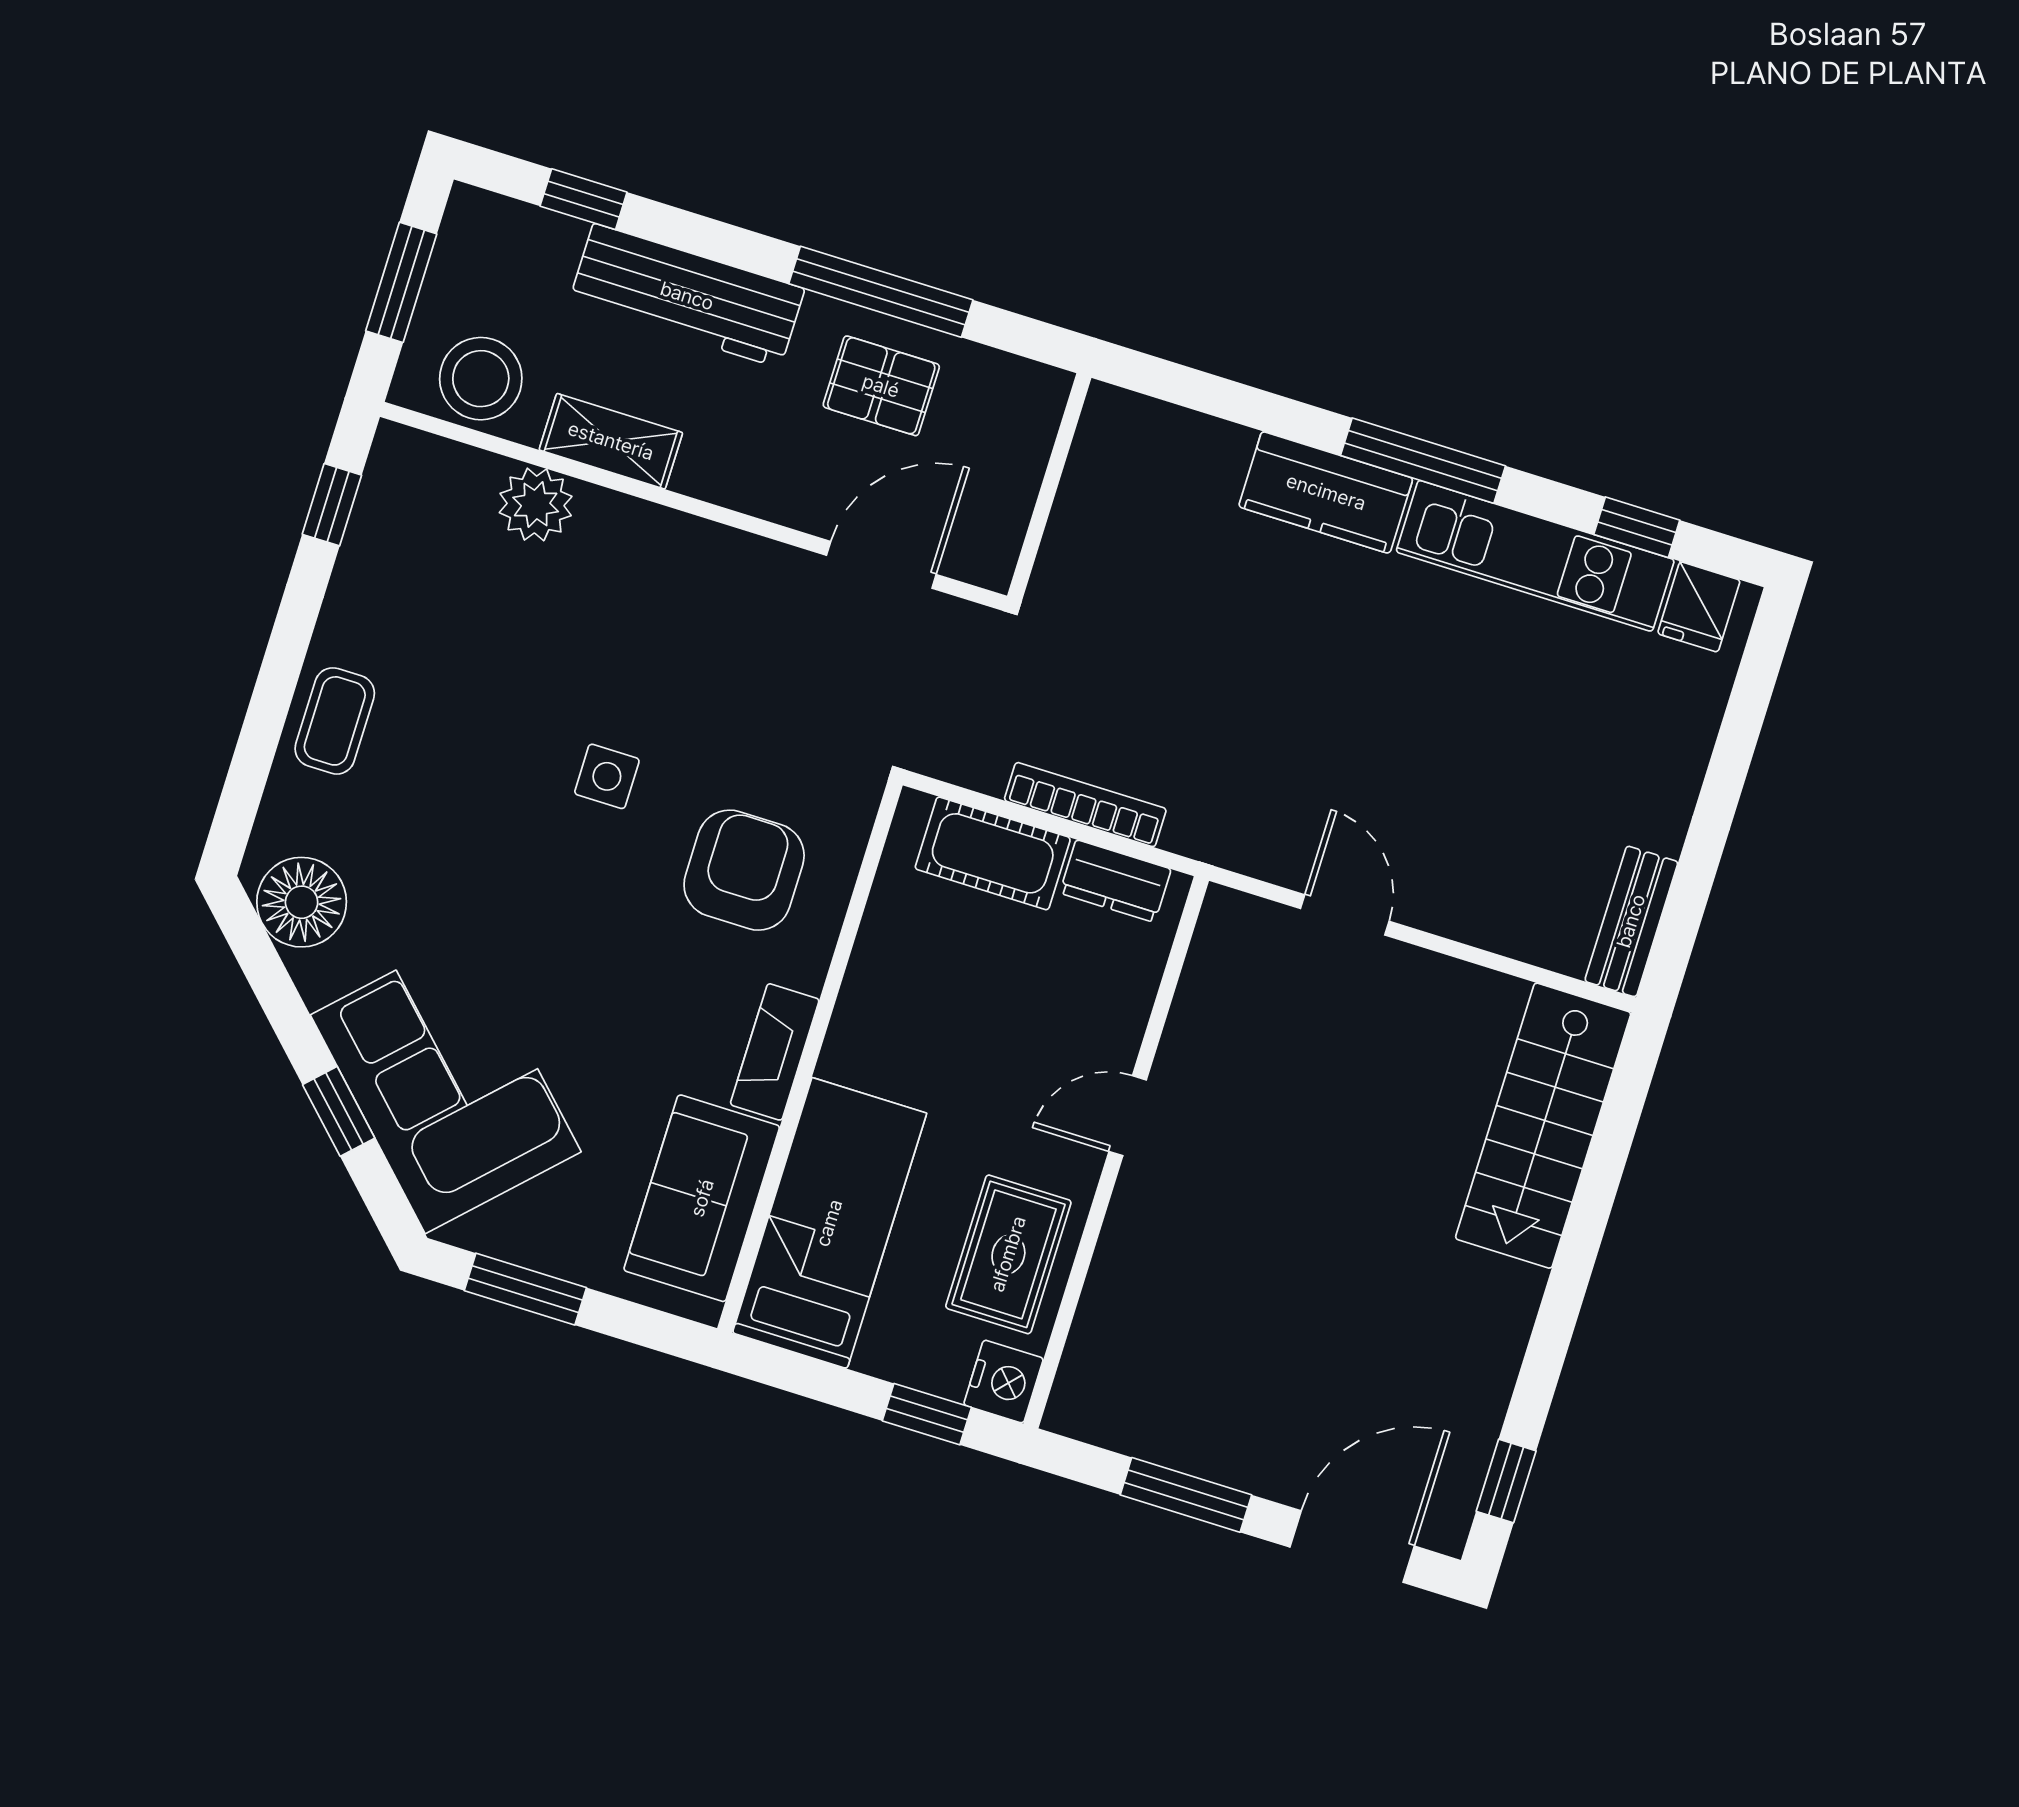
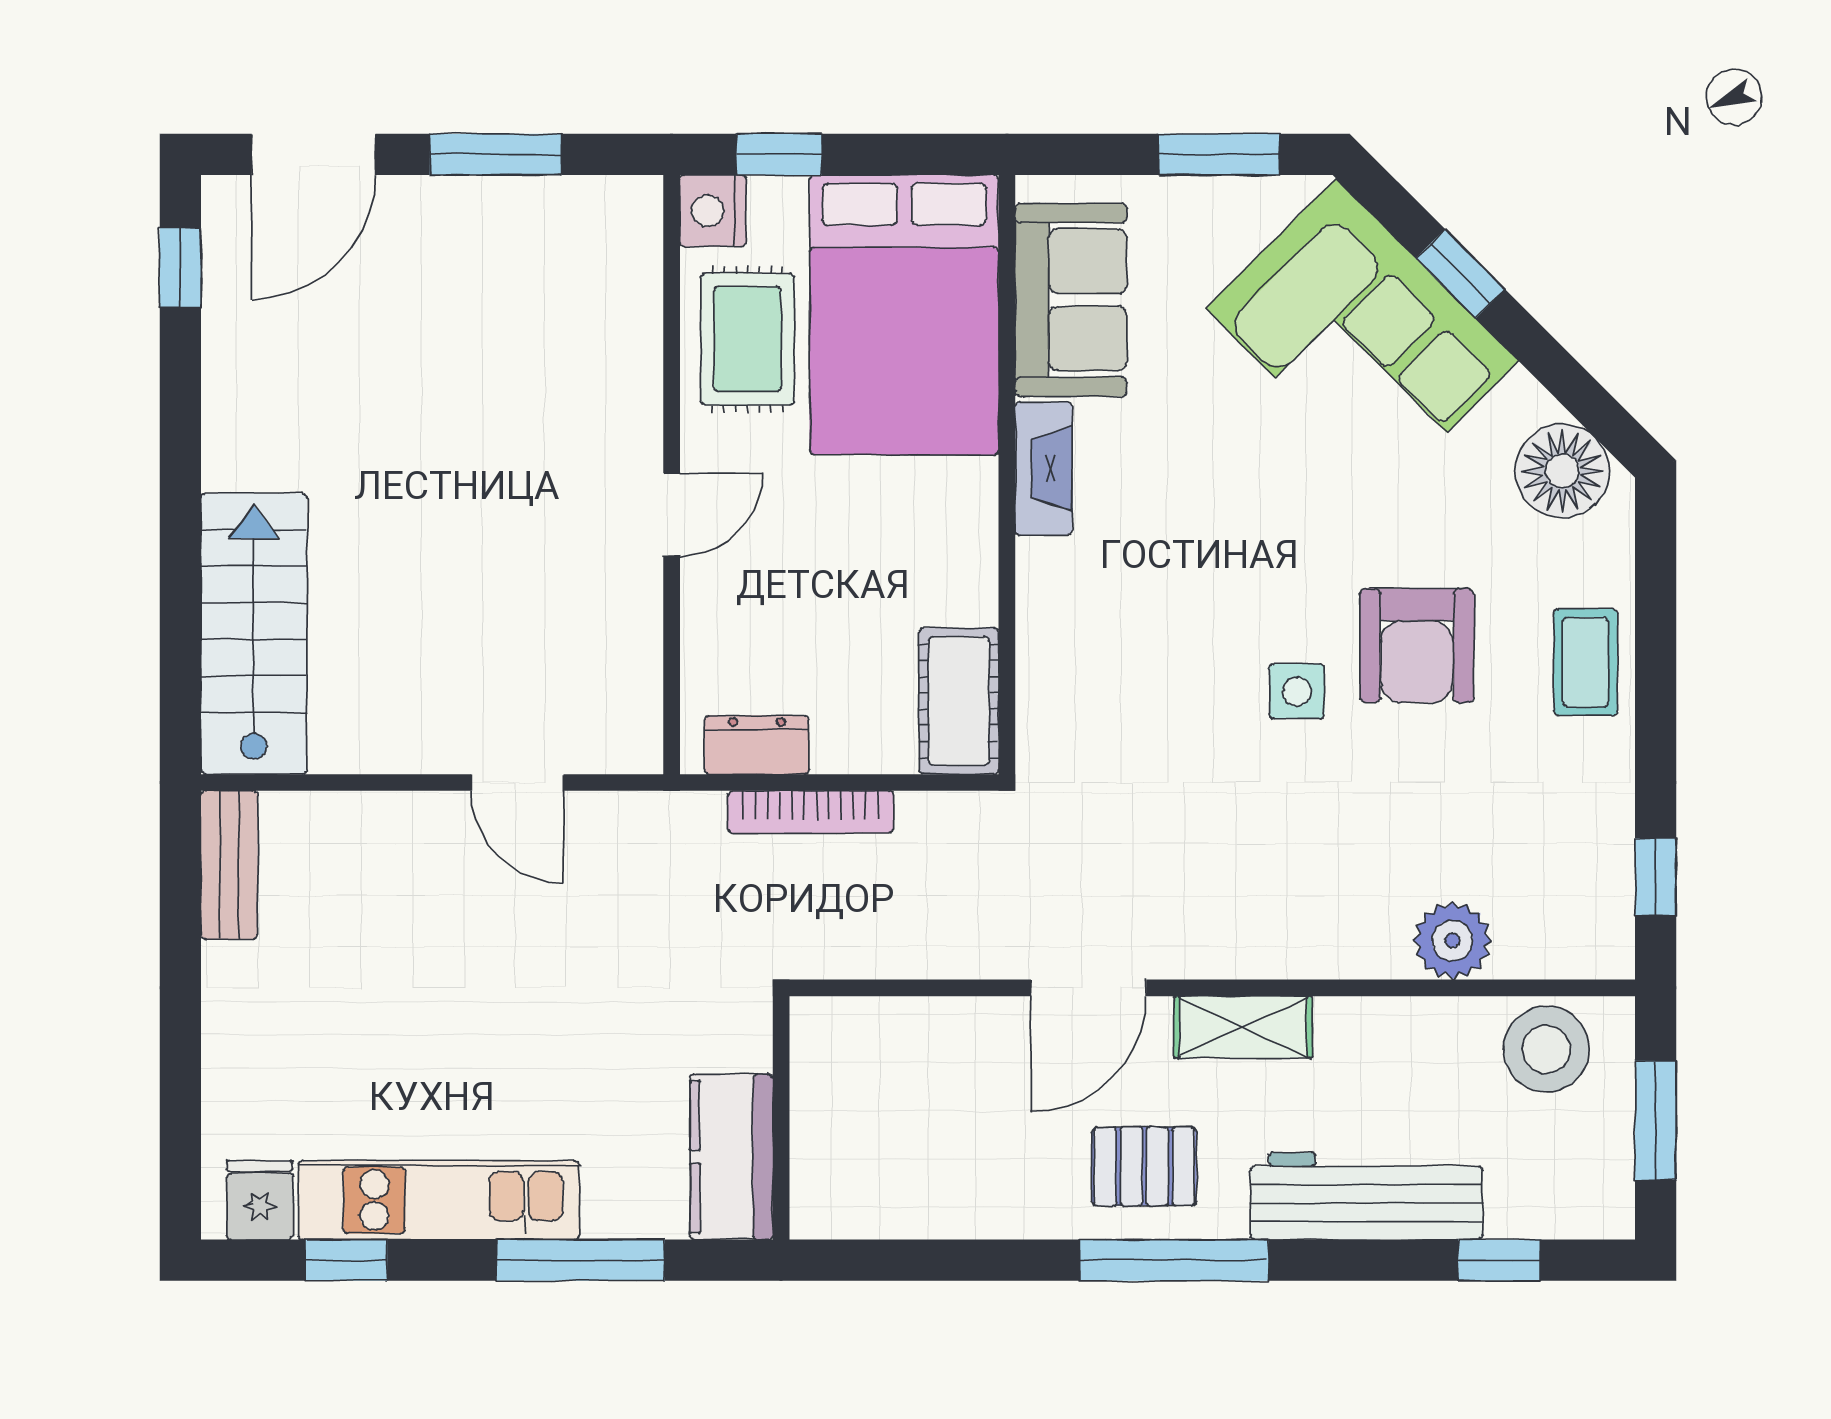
shelving: (611, 441) -> (1243, 1027), moved
wall: (1049, 487) -> (781, 1118), moved
kitchen counter: (1326, 492) -> (731, 1157), moved, turned -90
cot: (993, 853) -> (959, 701), moved, turned 90
armchair: (744, 870) -> (1417, 646), moved
bed: (829, 1223) -> (904, 315), width x1.50

